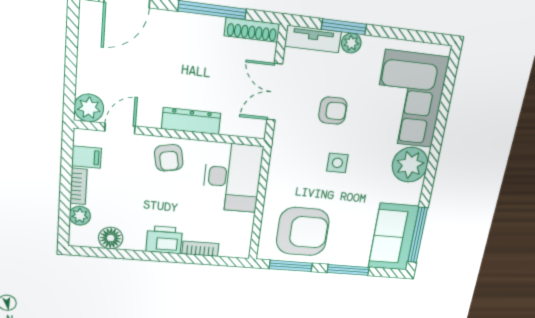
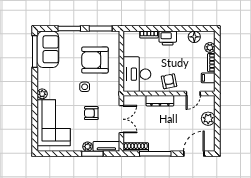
plant: (89, 108) -> (208, 119), moved
plant: (410, 165) -> (42, 94), width x0.53, depth x0.53
armchair: (303, 232) -> (95, 60), moved

